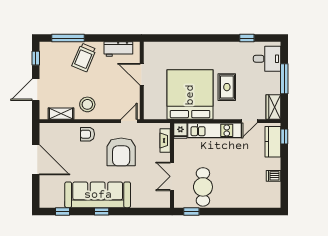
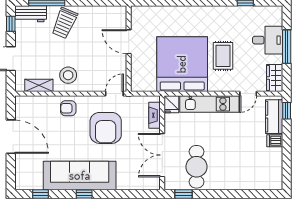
workbench: (118, 49) -> (31, 14), moved
desk: (267, 59) -> (268, 40), moved
double door: (172, 176) -> (162, 155), width x1.37
dishwasher: (273, 176) -> (275, 141), moved

